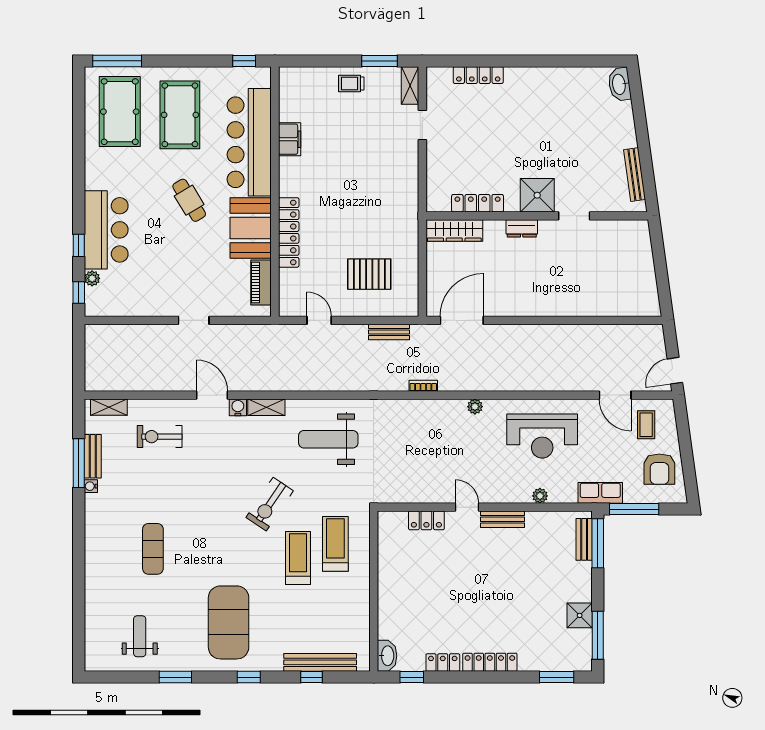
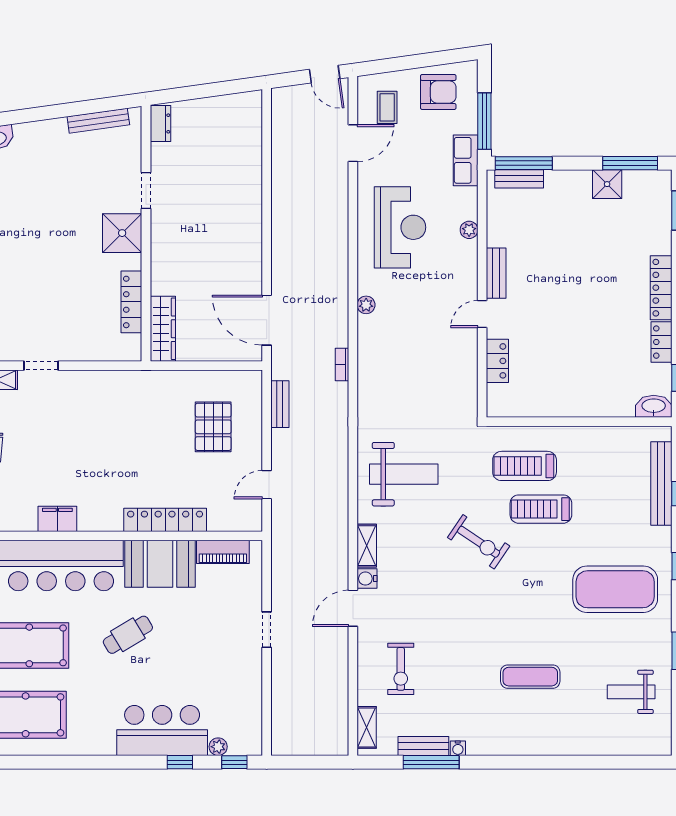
dresser: (522, 228) -> (160, 123), moved
coffee table: (646, 425) -> (387, 107), turned 90
weight bench: (328, 439) -> (404, 474), turned -90

